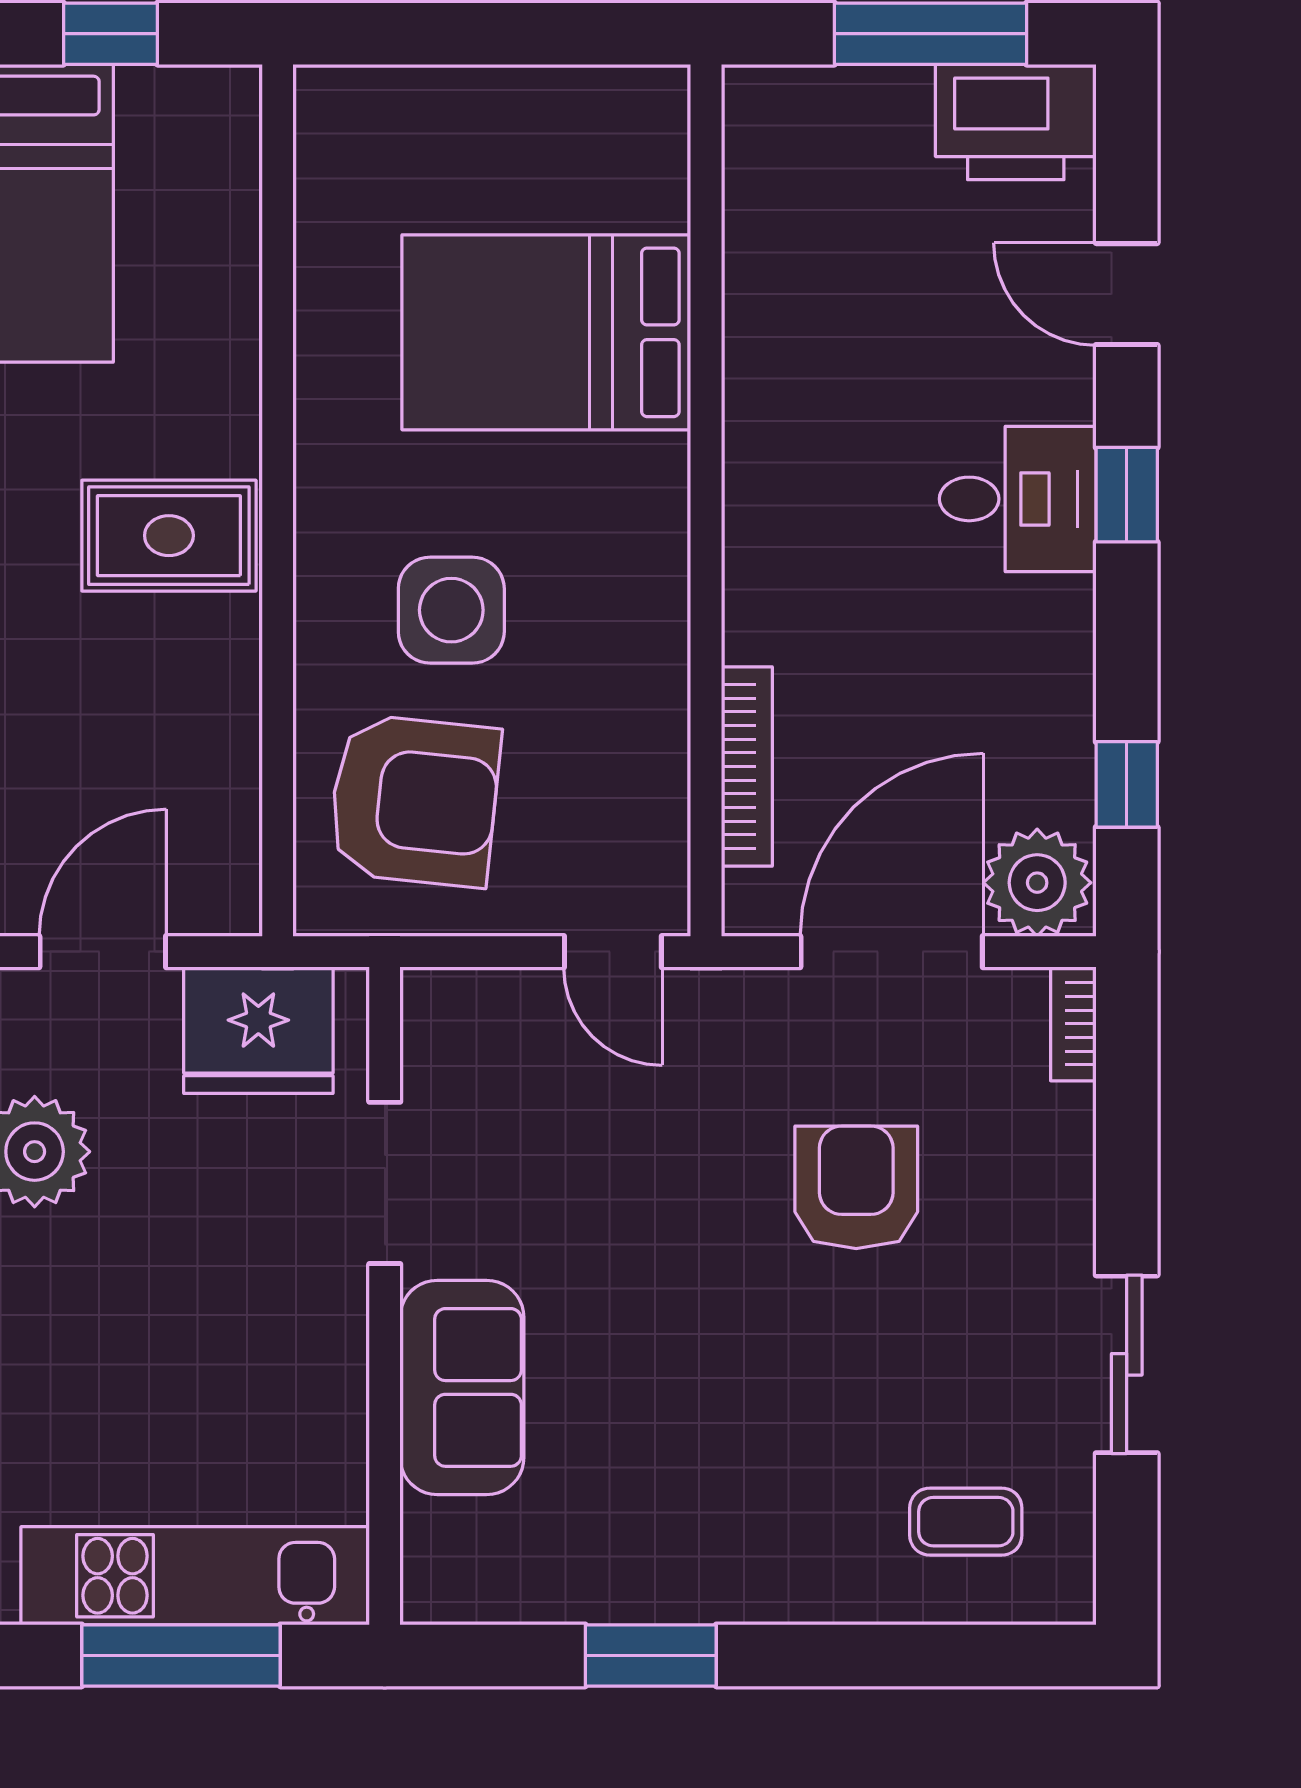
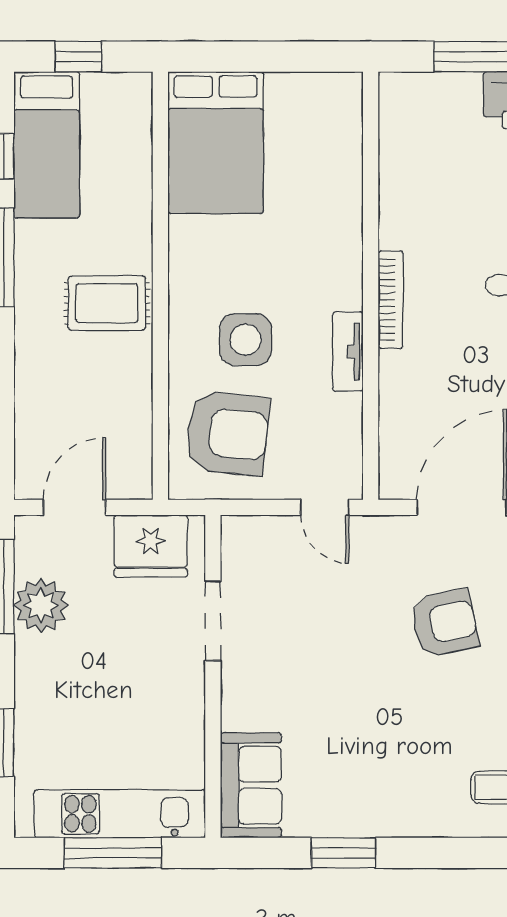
bed: (546, 332) -> (216, 143), moved, turned -90
tv unit: (660, 634) -> (348, 352), added
bookcase: (747, 767) -> (391, 300), moved
armchair: (856, 1187) -> (444, 623), turned 78
sofa: (462, 1387) -> (251, 785), moved

